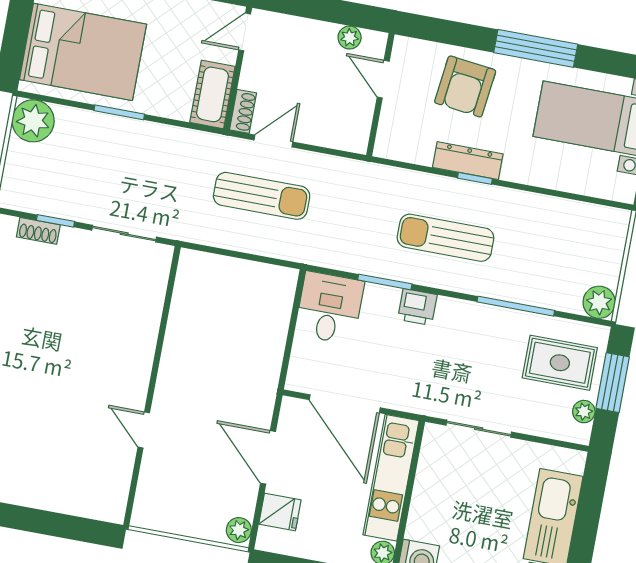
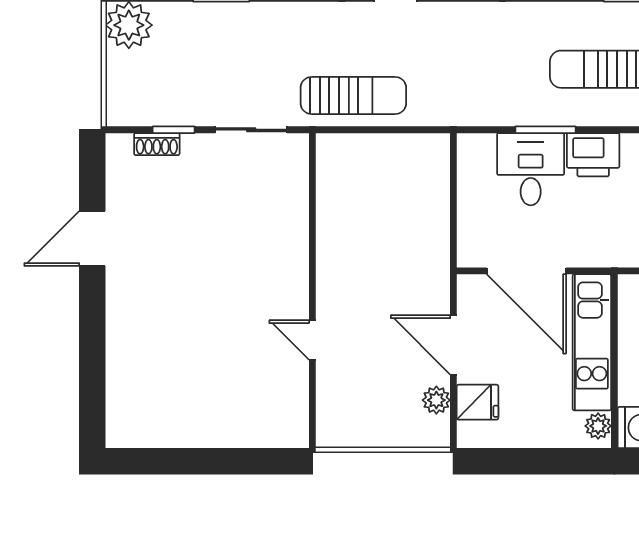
sun lounger: (262, 196) -> (353, 96), moved
printer: (417, 307) -> (593, 155), width x1.36, depth x1.24
desk: (329, 308) -> (531, 169), moved
plant: (239, 530) -> (436, 400), moved

